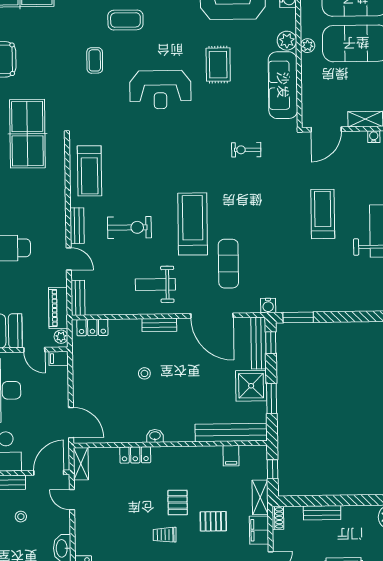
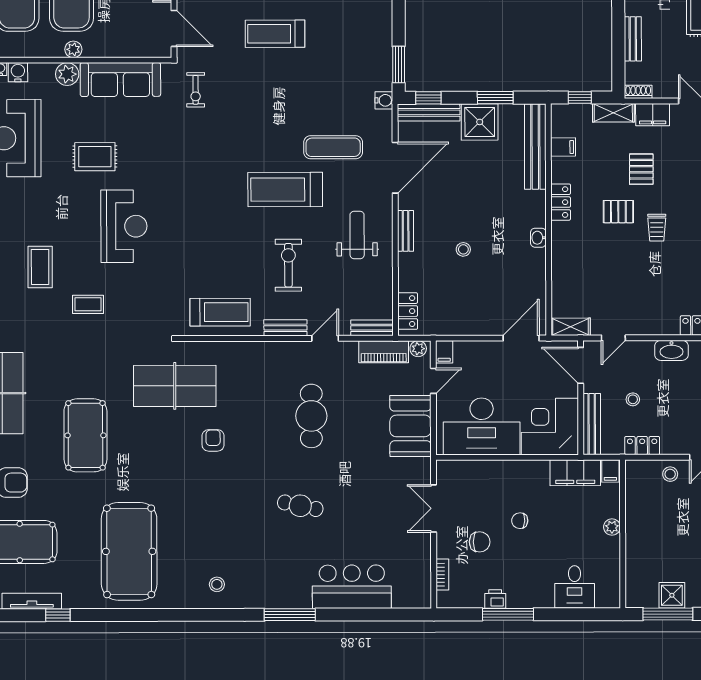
exercise bike: (246, 150) -> (196, 90), moved
weight bench: (155, 284) -> (357, 235), turned 180
locker: (135, 455) -> (561, 202), moved

